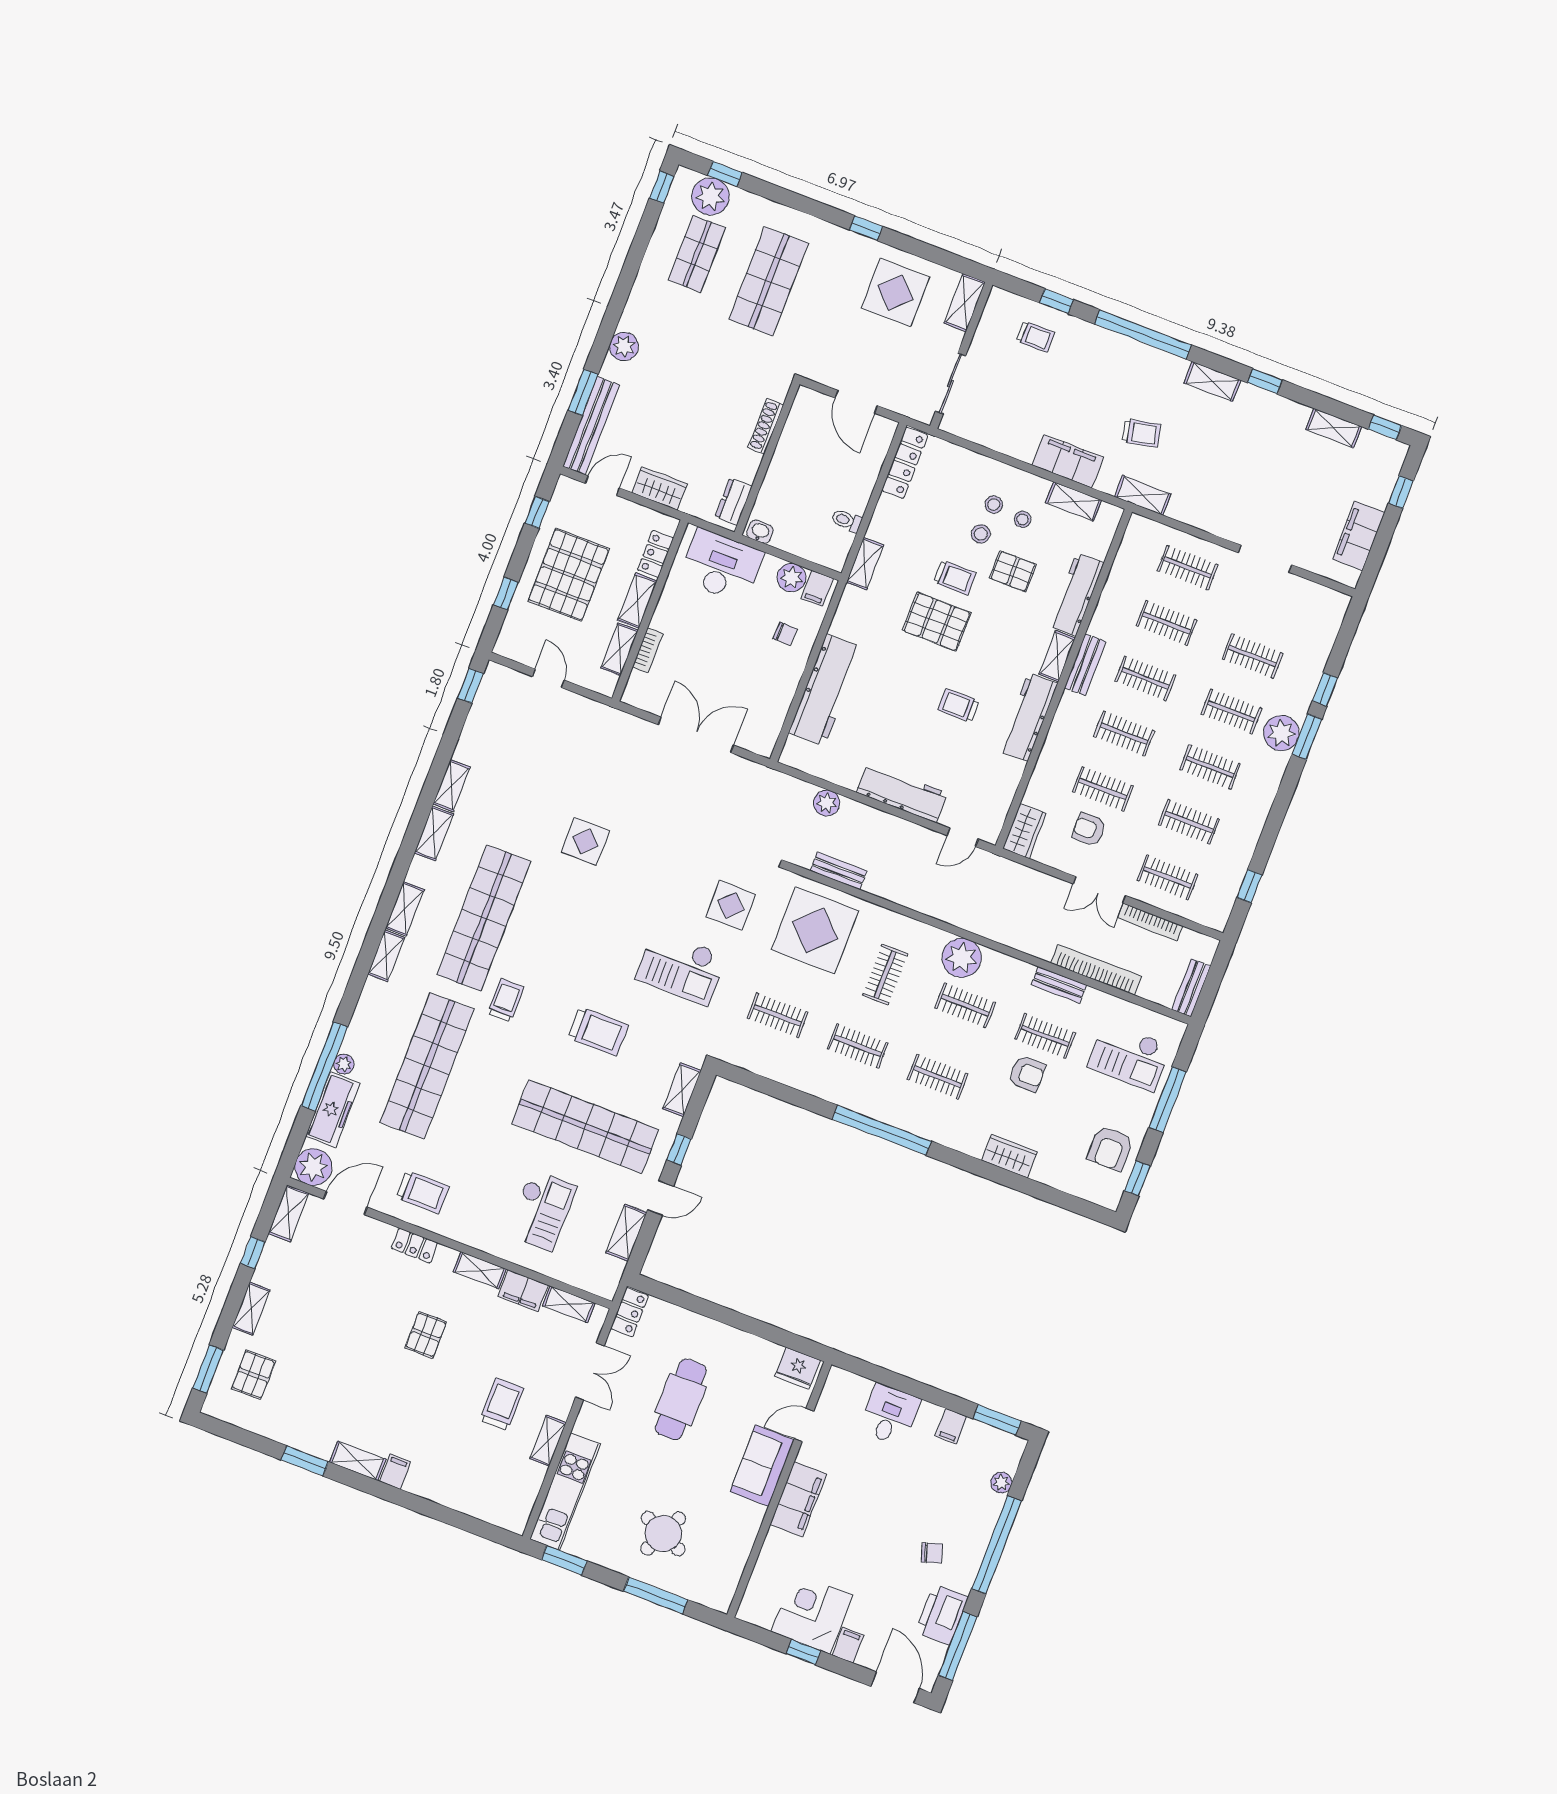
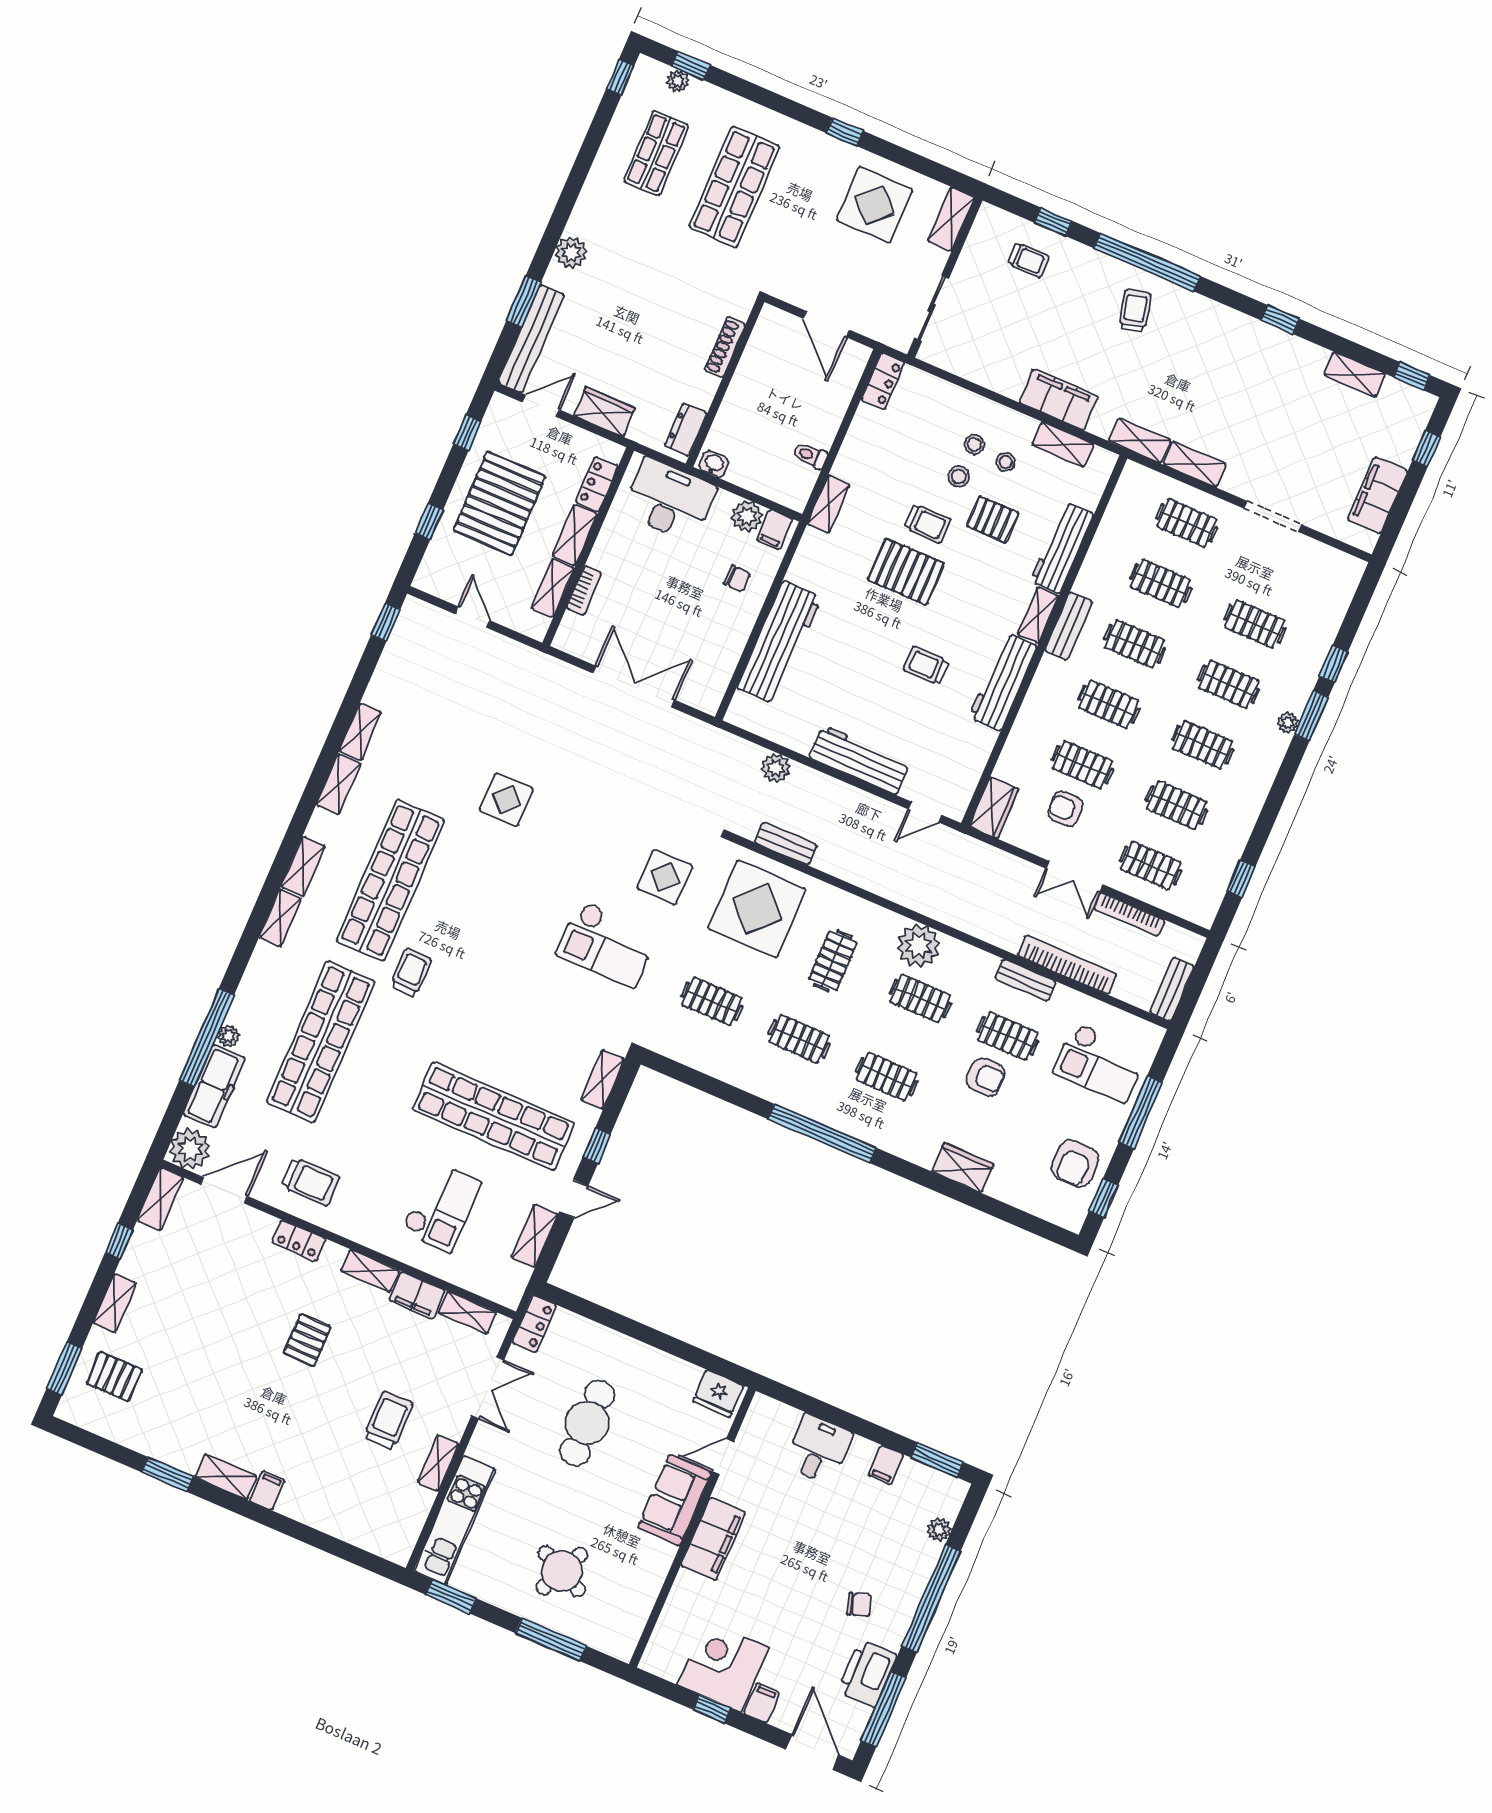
plant: (710, 196) -> (678, 81), width x0.53, depth x0.53
shelving: (1212, 382) -> (1195, 464), moved
trolley: (1141, 433) -> (1135, 311), moved, turned -92
locker: (905, 463) -> (883, 381), width x0.66
plant: (1281, 733) -> (1288, 723), width x0.53, depth x0.53
trolley: (598, 1031) -> (512, 1011), removed
pallet: (253, 1375) -> (114, 1377), turned 90

